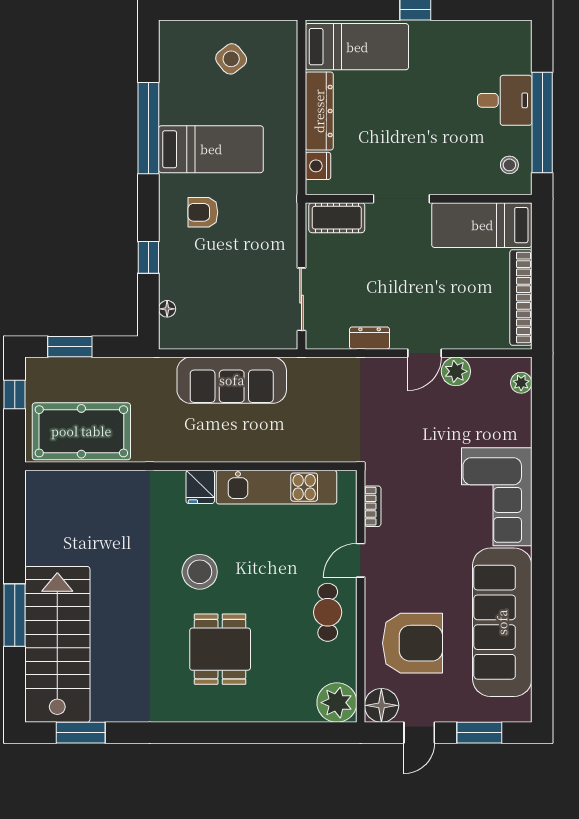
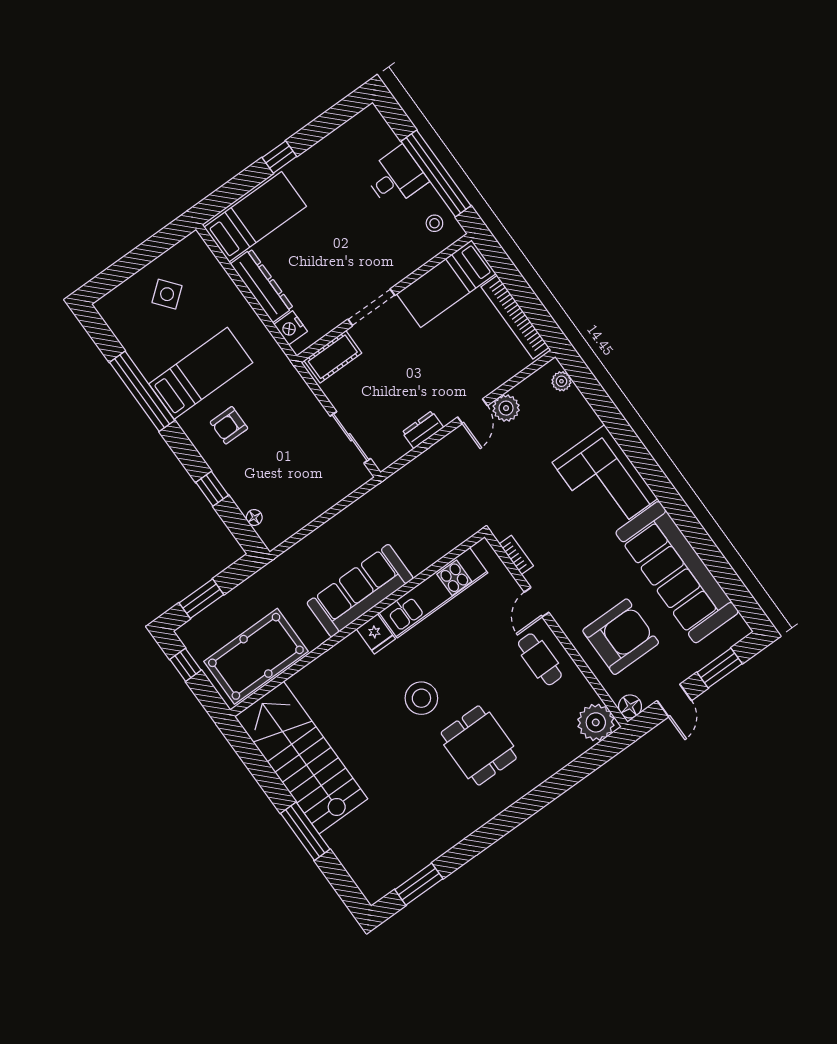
sofa: (232, 380) -> (360, 591), moved, turned 180
stairs: (57, 644) -> (301, 758), moved
floor lamp: (381, 705) -> (630, 706), width x0.73, depth x0.73

